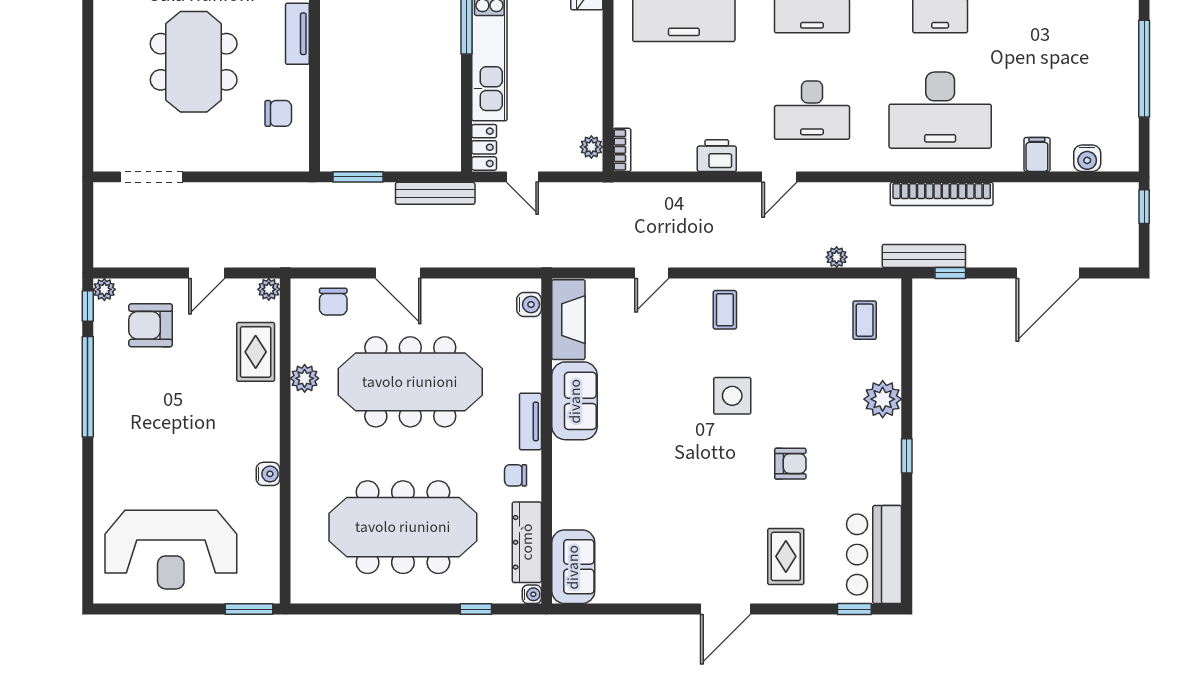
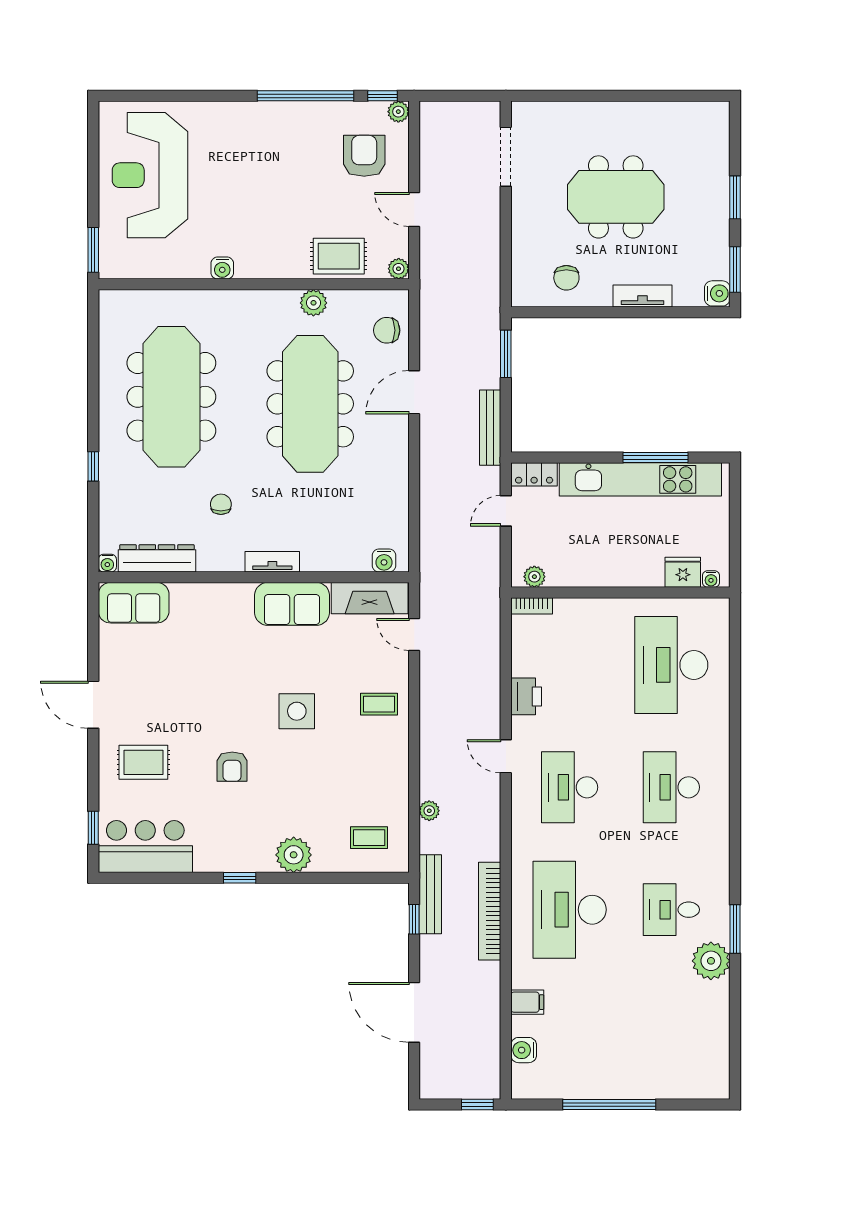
water cooler: (529, 304) -> (384, 561), moved
fireplace: (568, 320) -> (370, 598), moved
sofa: (575, 401) -> (292, 604), moved
tv unit: (530, 421) -> (272, 562), moved
wall: (547, 441) -> (254, 577), moved
dresser: (527, 542) -> (157, 558), moved
sofa: (573, 567) -> (134, 603), moved
water cooler: (532, 594) -> (107, 563), moved

